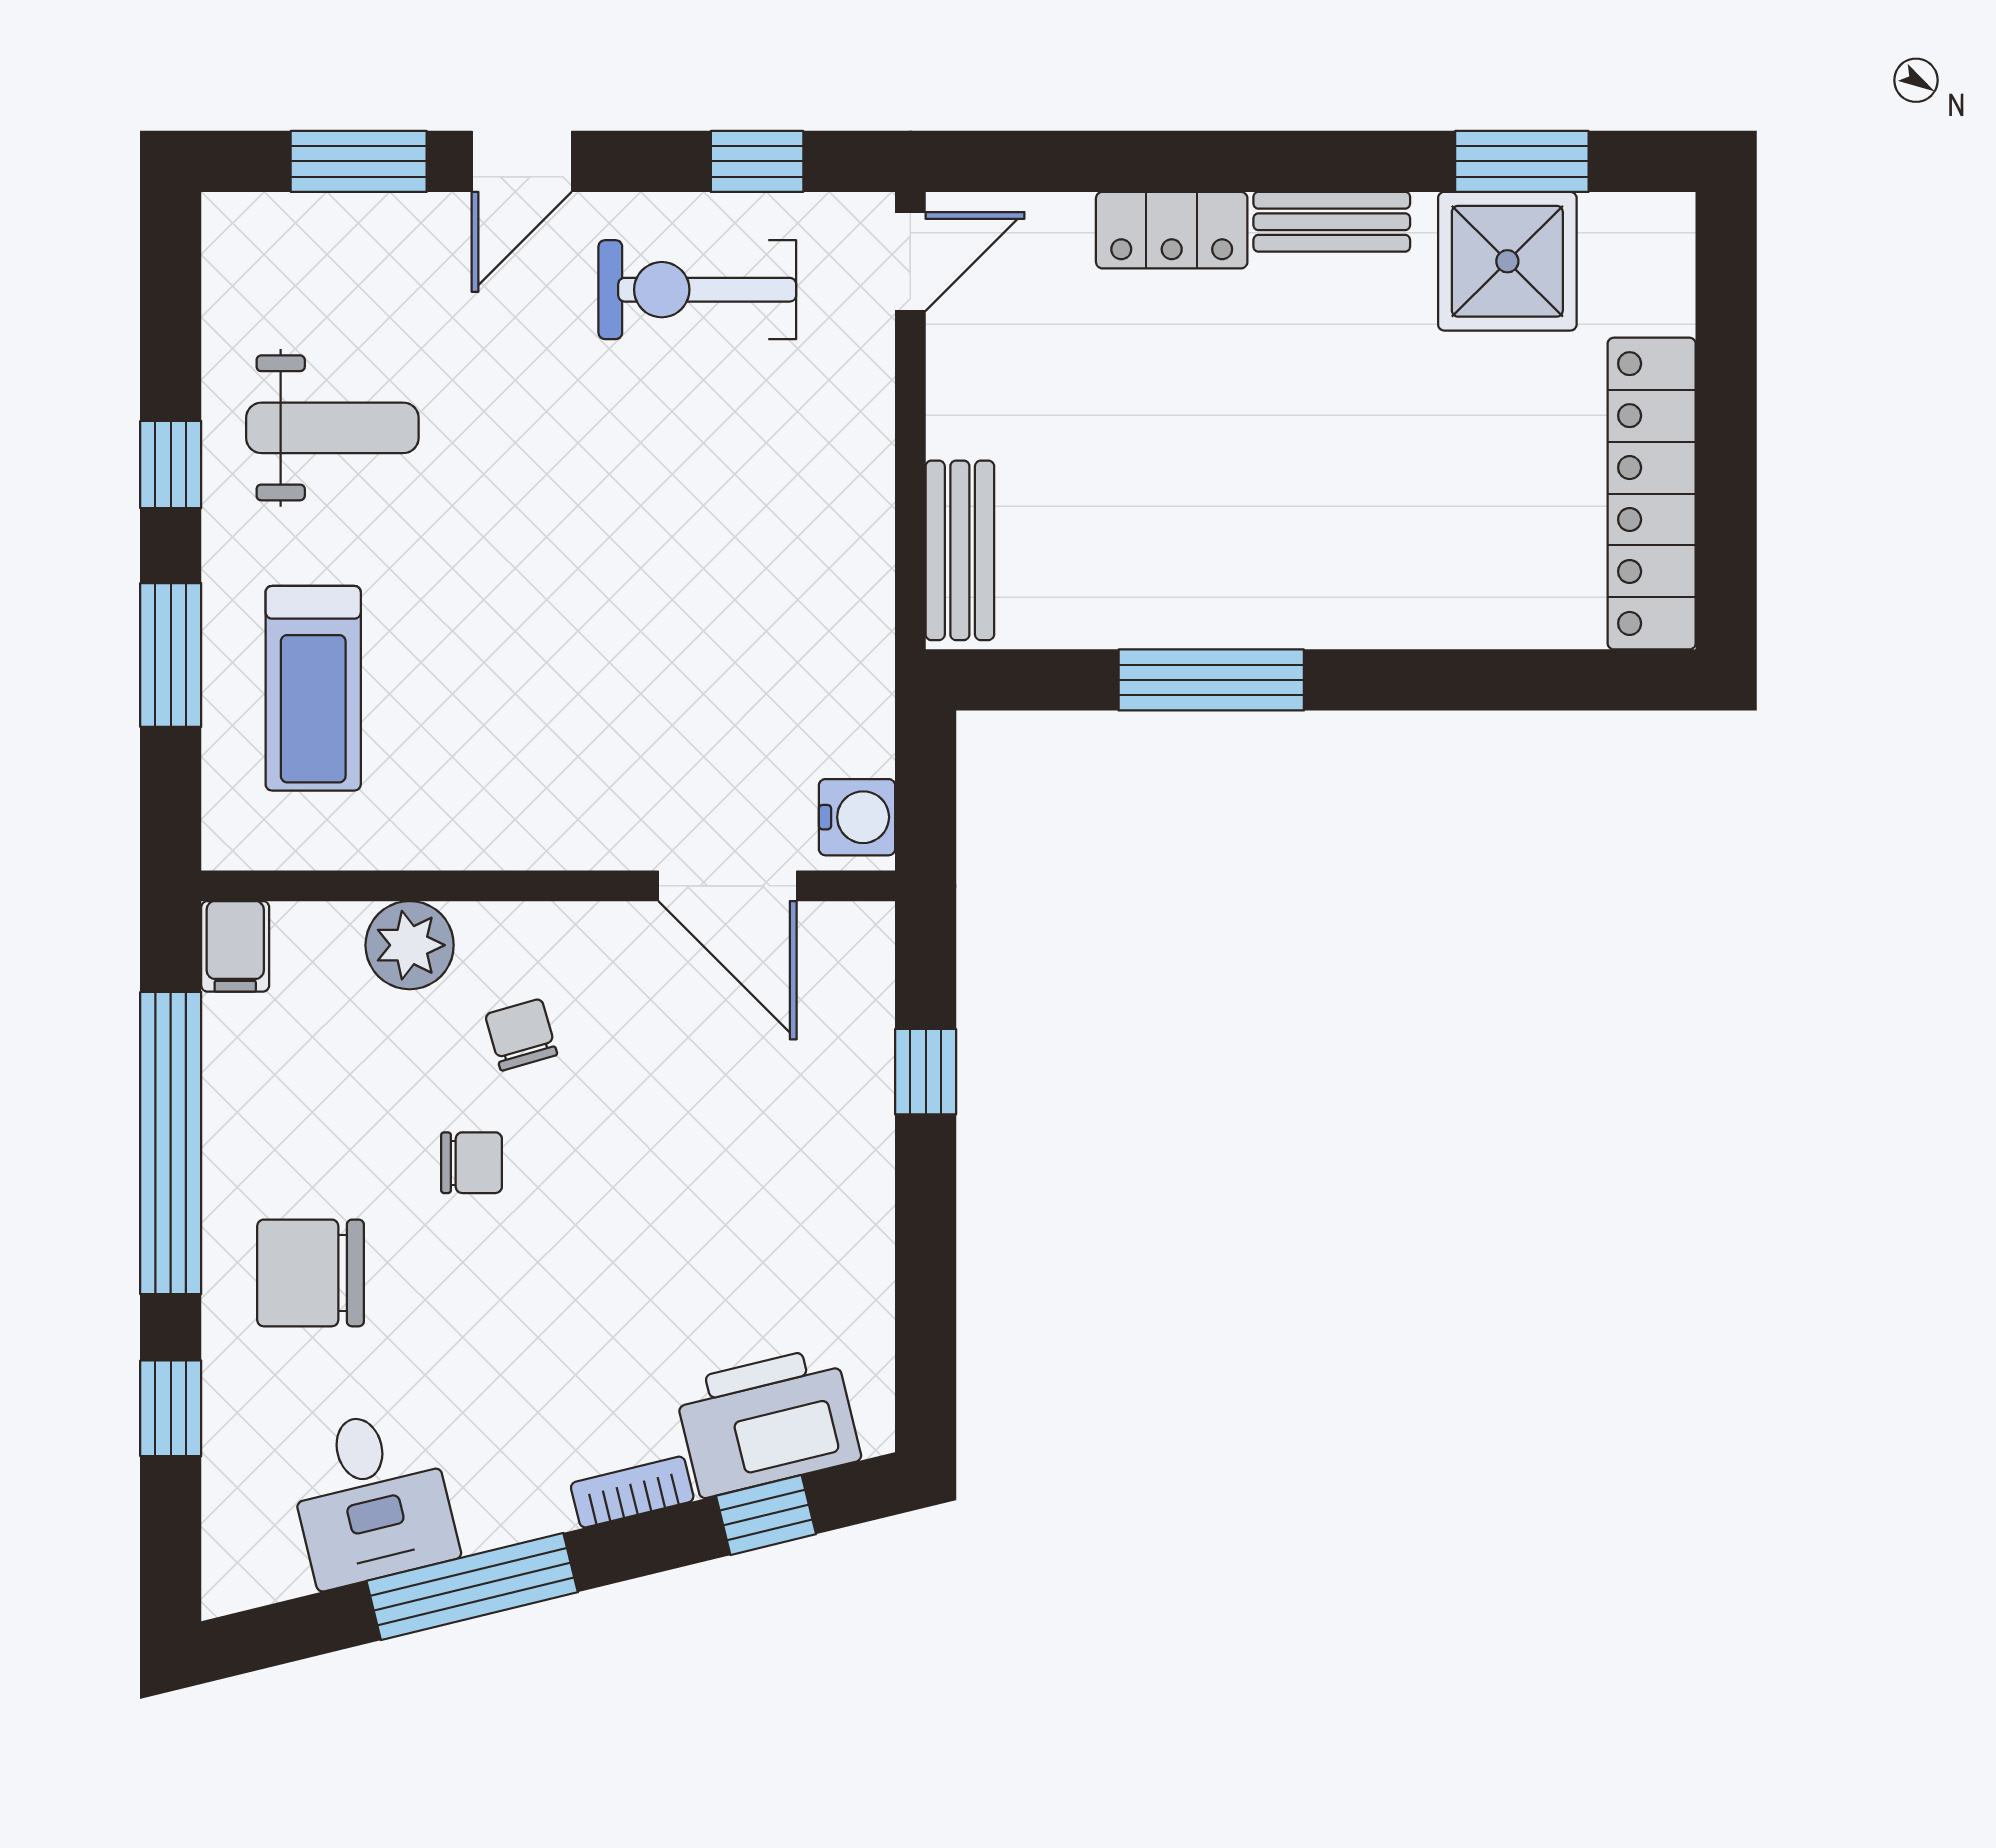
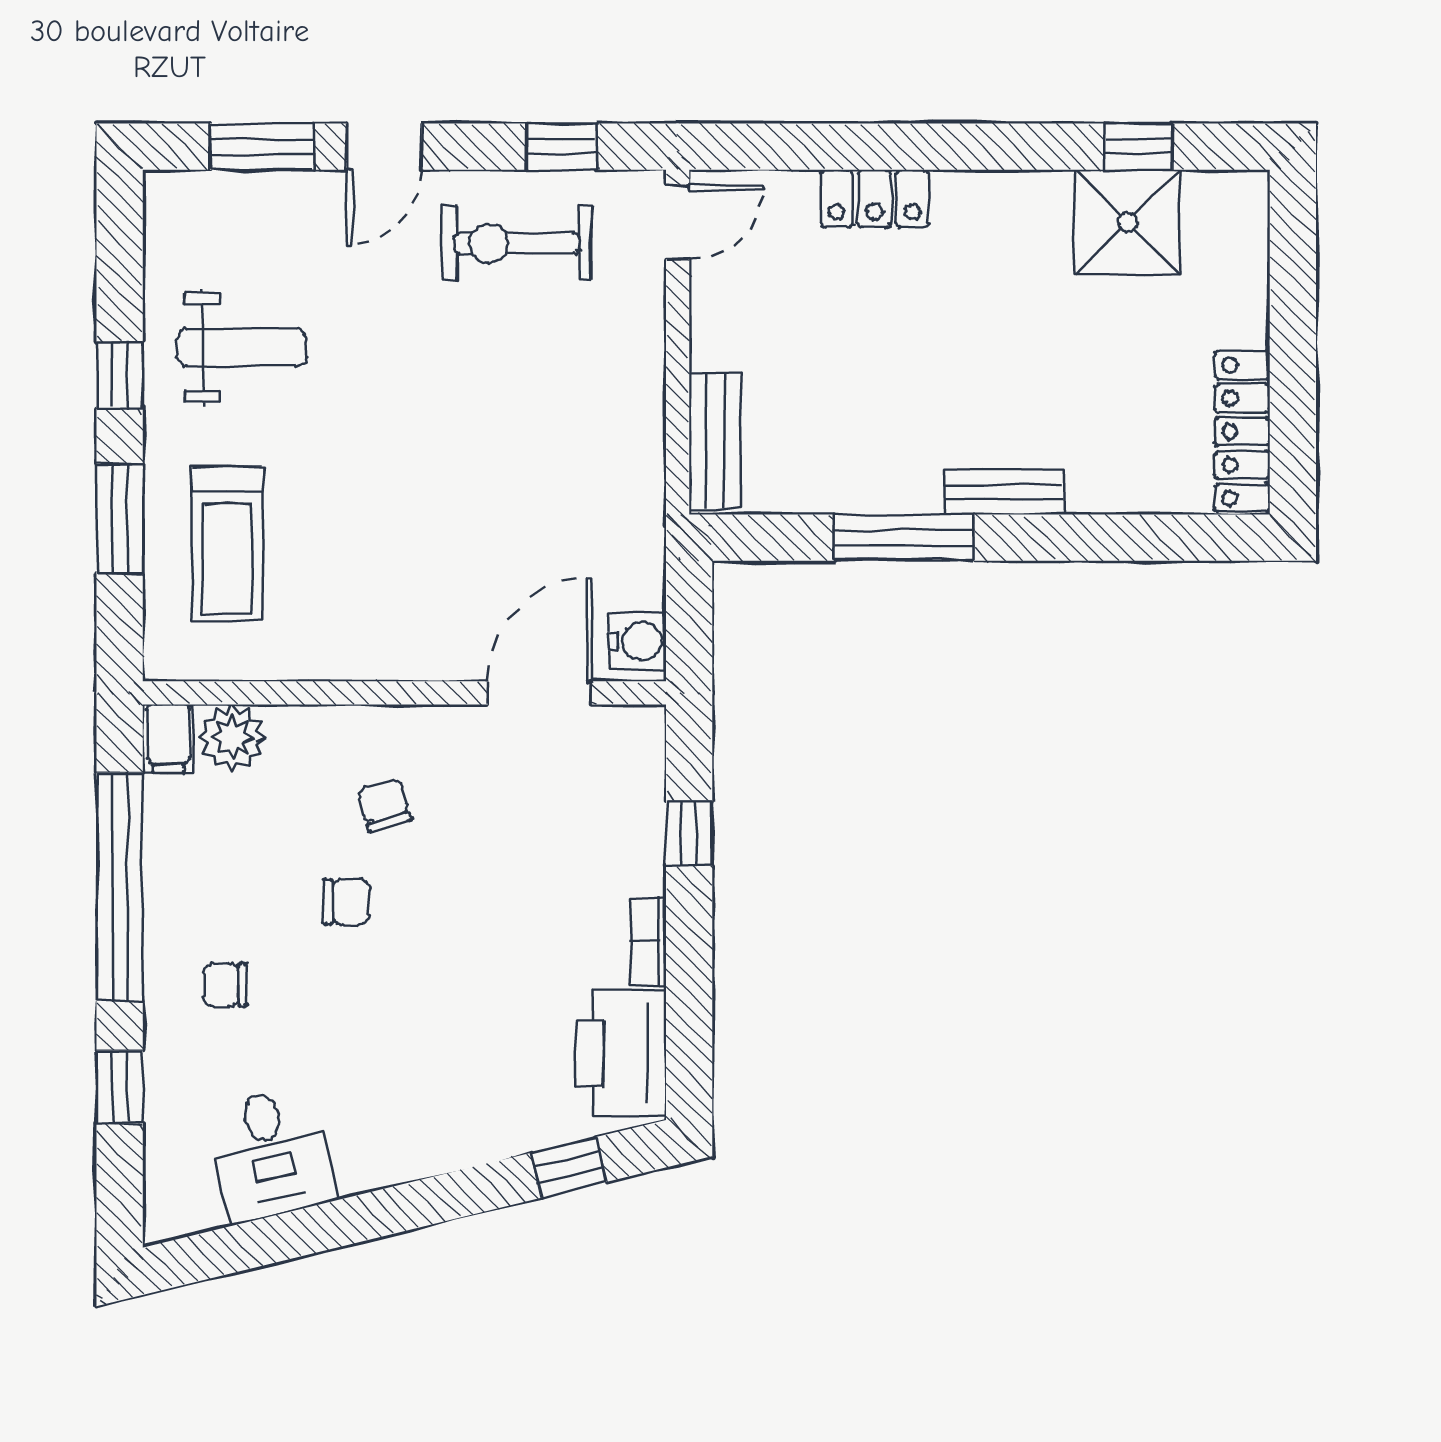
window: (1522, 161) -> (1139, 147), width x0.67
bench: (1332, 222) -> (1004, 492), moved
locker: (1652, 494) -> (1242, 432), width x0.71, depth x0.83
door: (728, 886) -> (540, 693), swing flipped
plant: (410, 945) -> (232, 738), moved
chair: (311, 1273) -> (225, 985), width x0.54, depth x0.54
printer: (767, 1422) -> (621, 1053), moved, turned -76
bookcase: (632, 1492) -> (648, 942), moved, turned -76
window: (472, 1587) -> (347, 1221), removed

